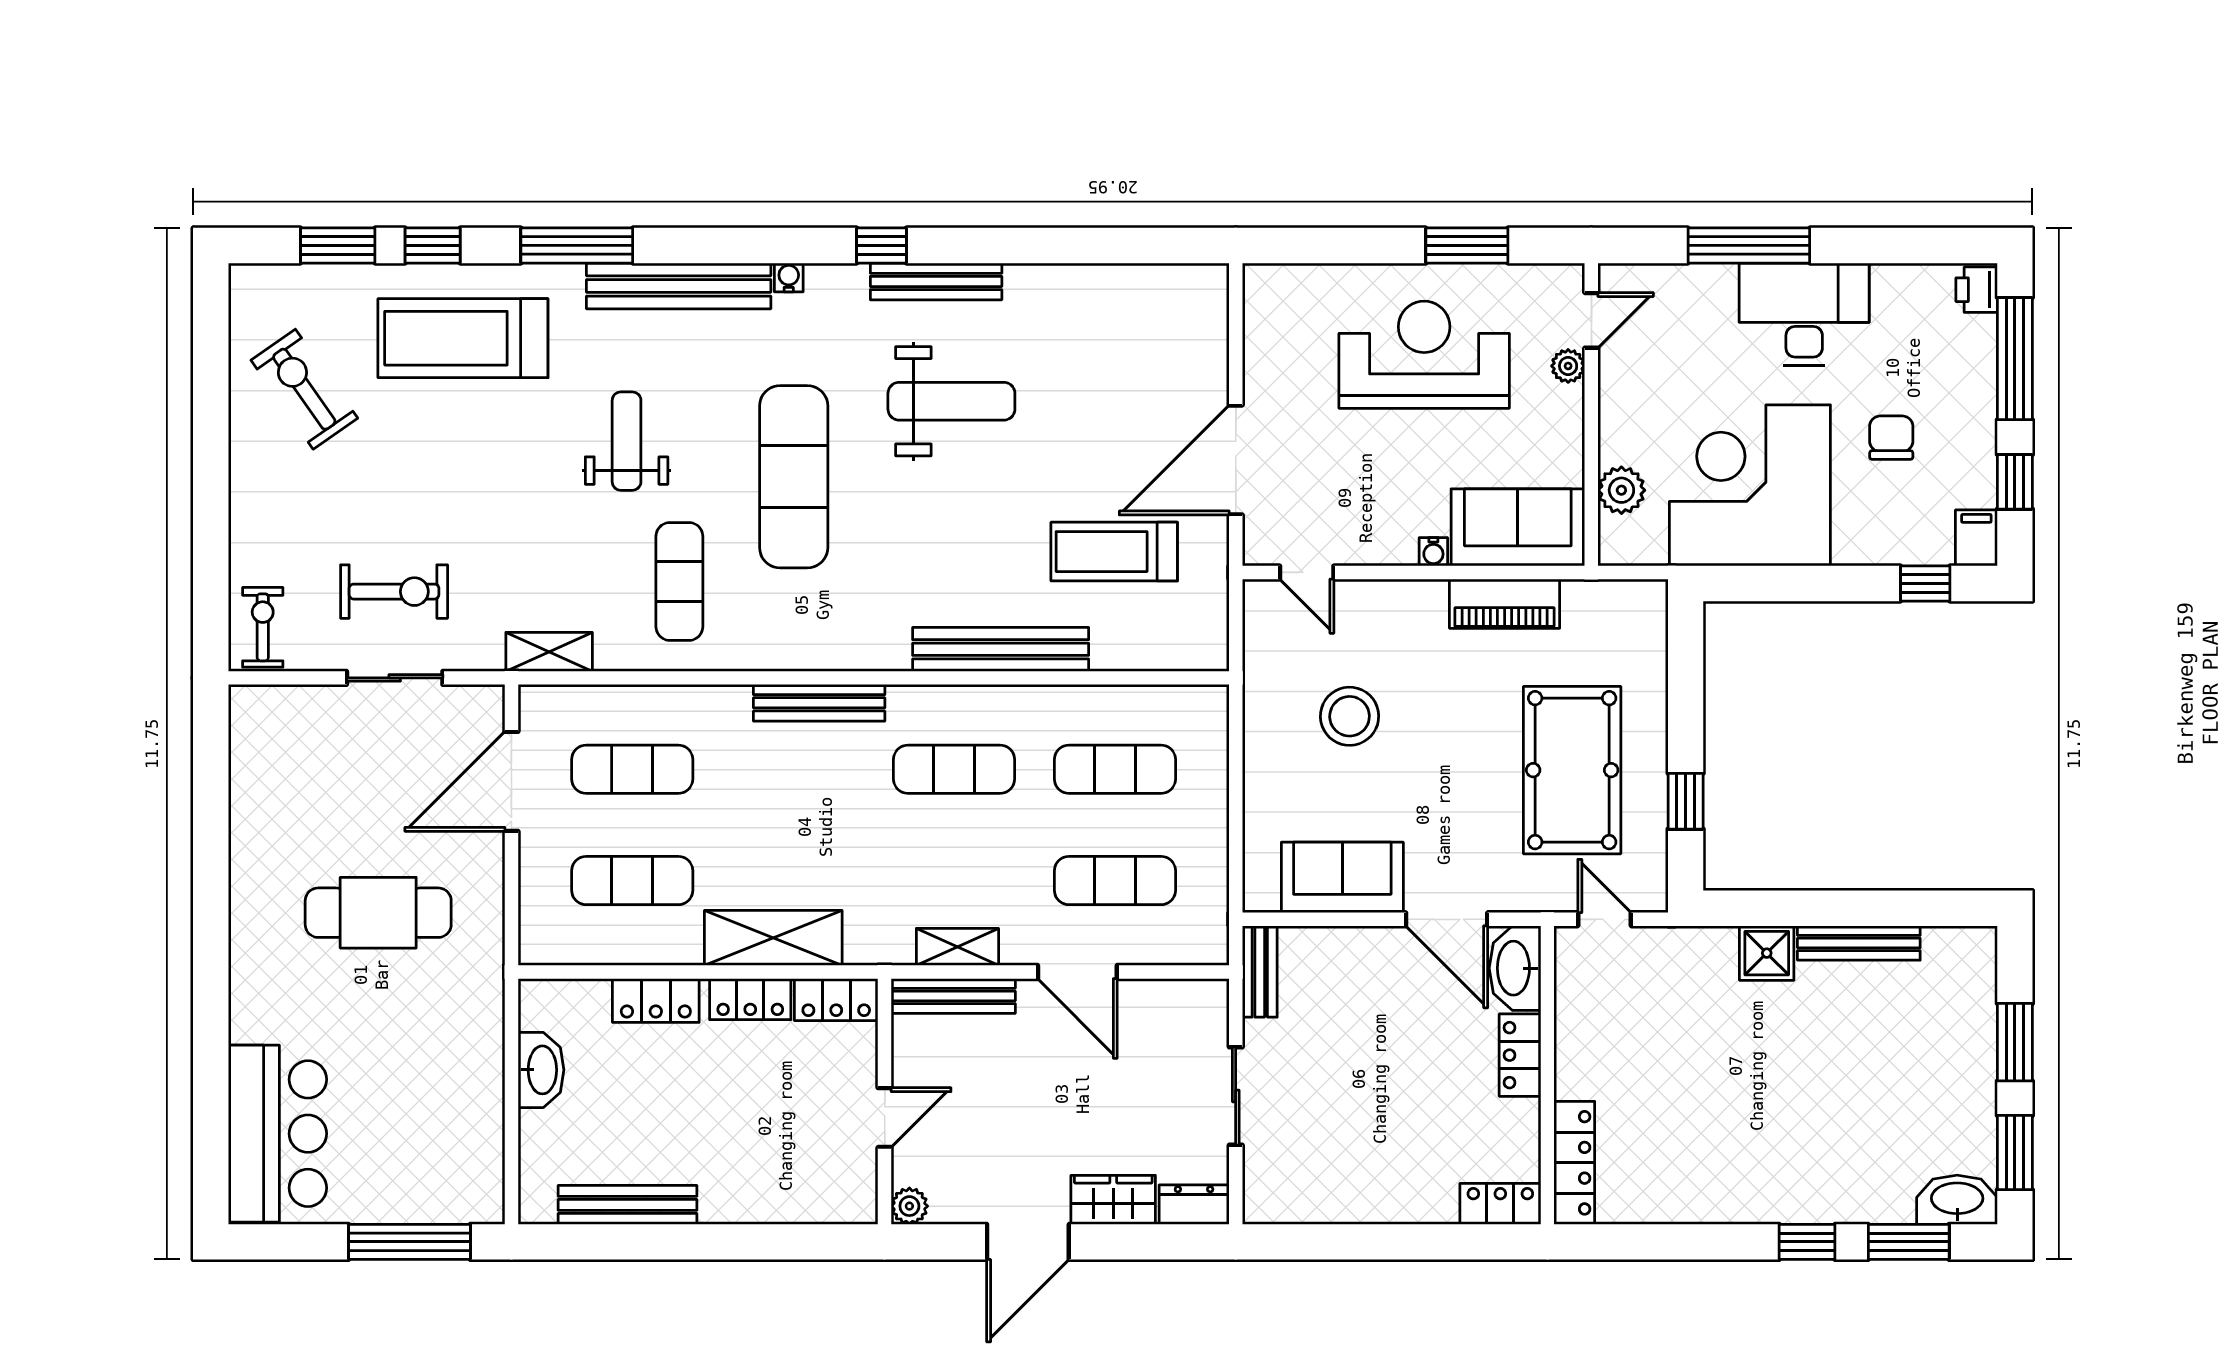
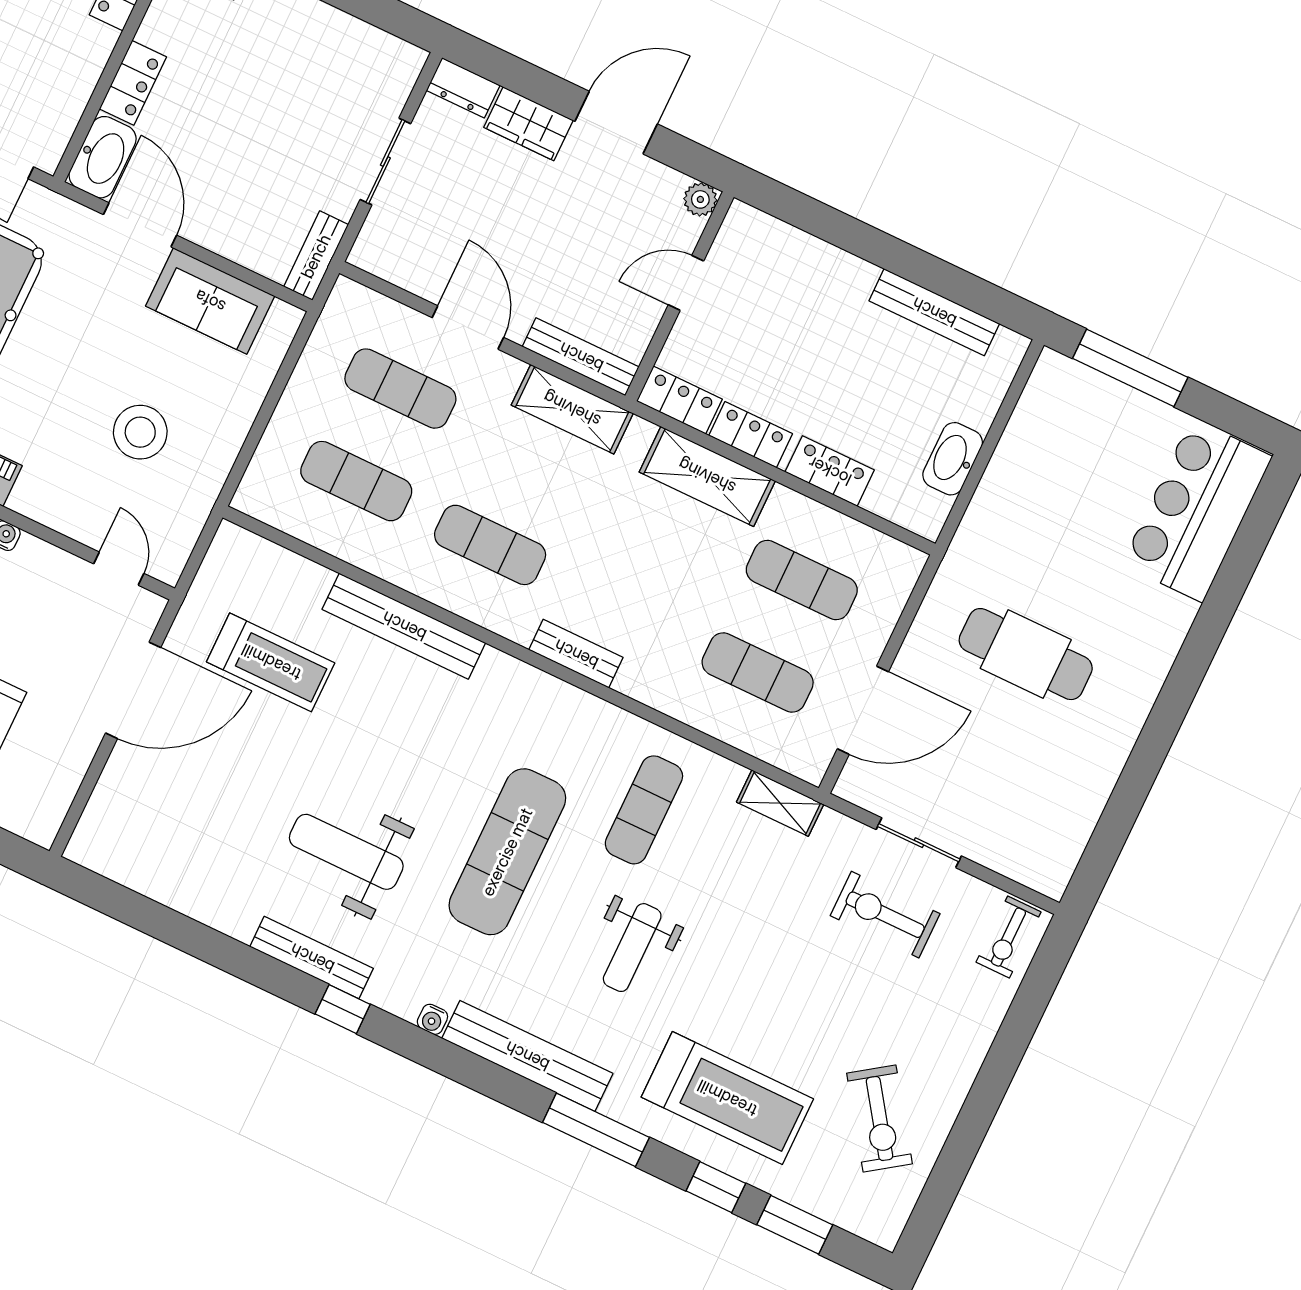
bench: (819, 703) -> (576, 654), width x0.73
shelving: (957, 947) -> (572, 409), width x1.50, depth x1.33

